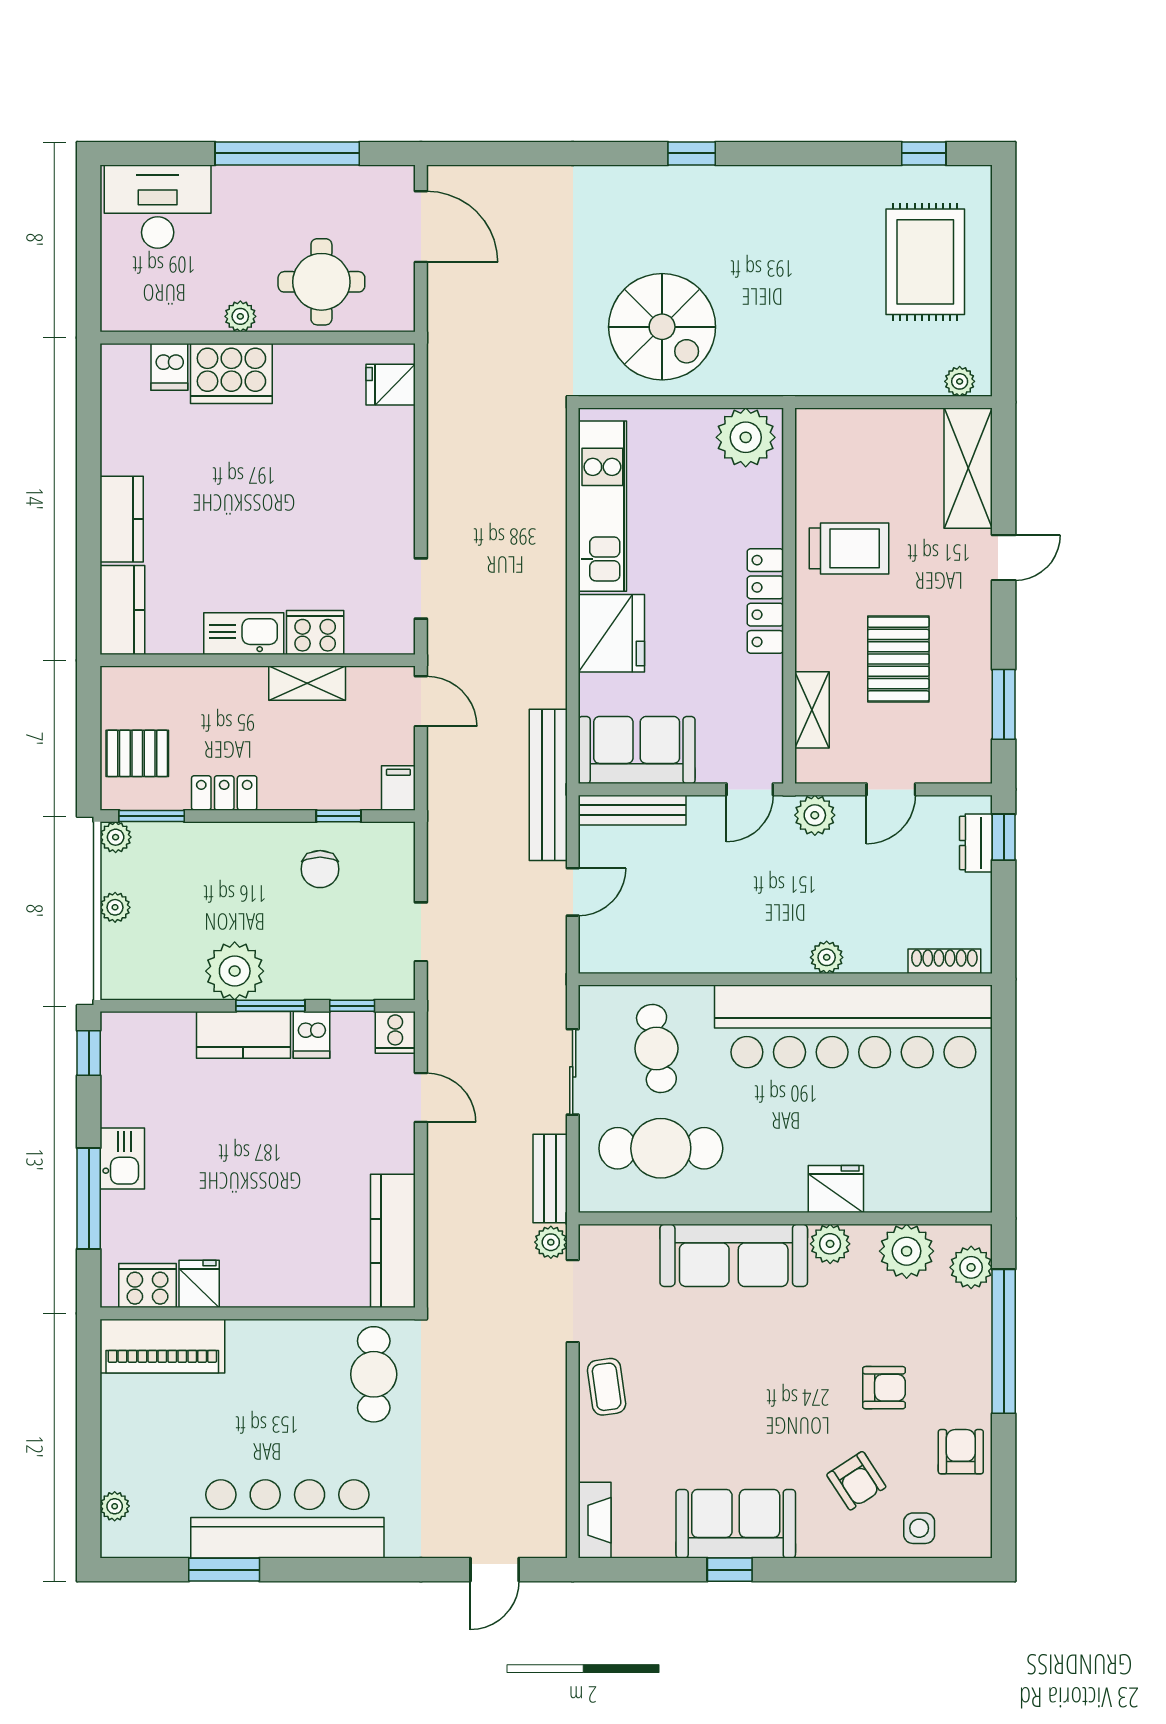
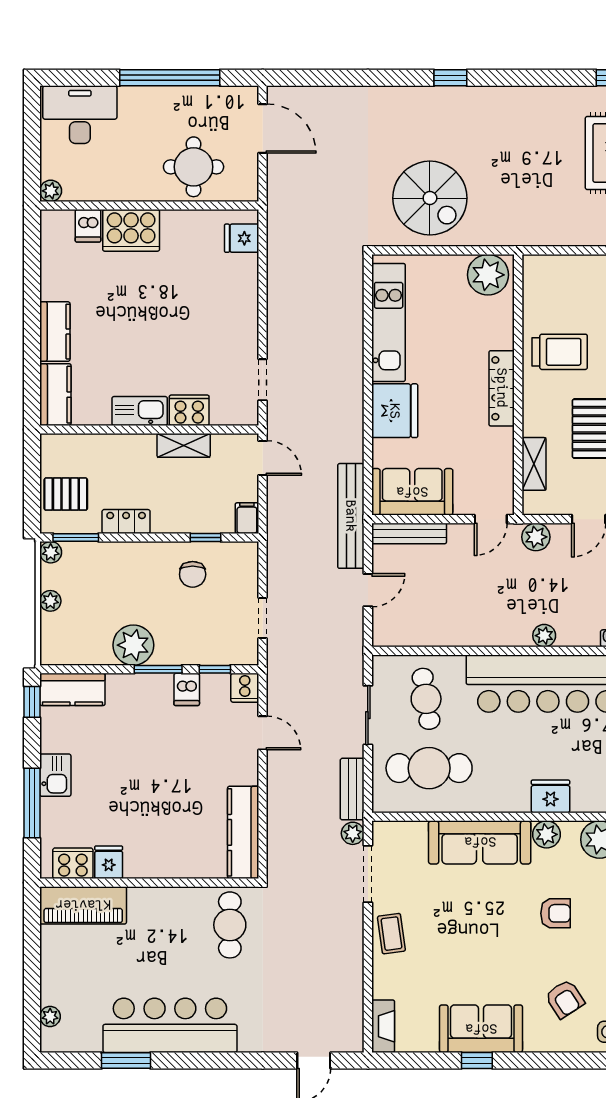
plant: (240, 316) -> (51, 191), moved
kitchen counter: (243, 1035) -> (72, 689), moved
armchair: (884, 1388) -> (555, 913), moved

